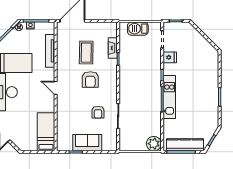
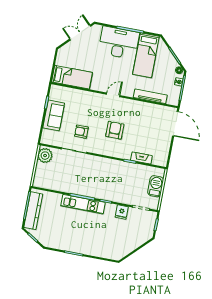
coffee table: (86, 53) -> (142, 131), removed
armchair: (90, 80) -> (115, 130), turned 90
plant: (154, 144) -> (45, 156), moved

